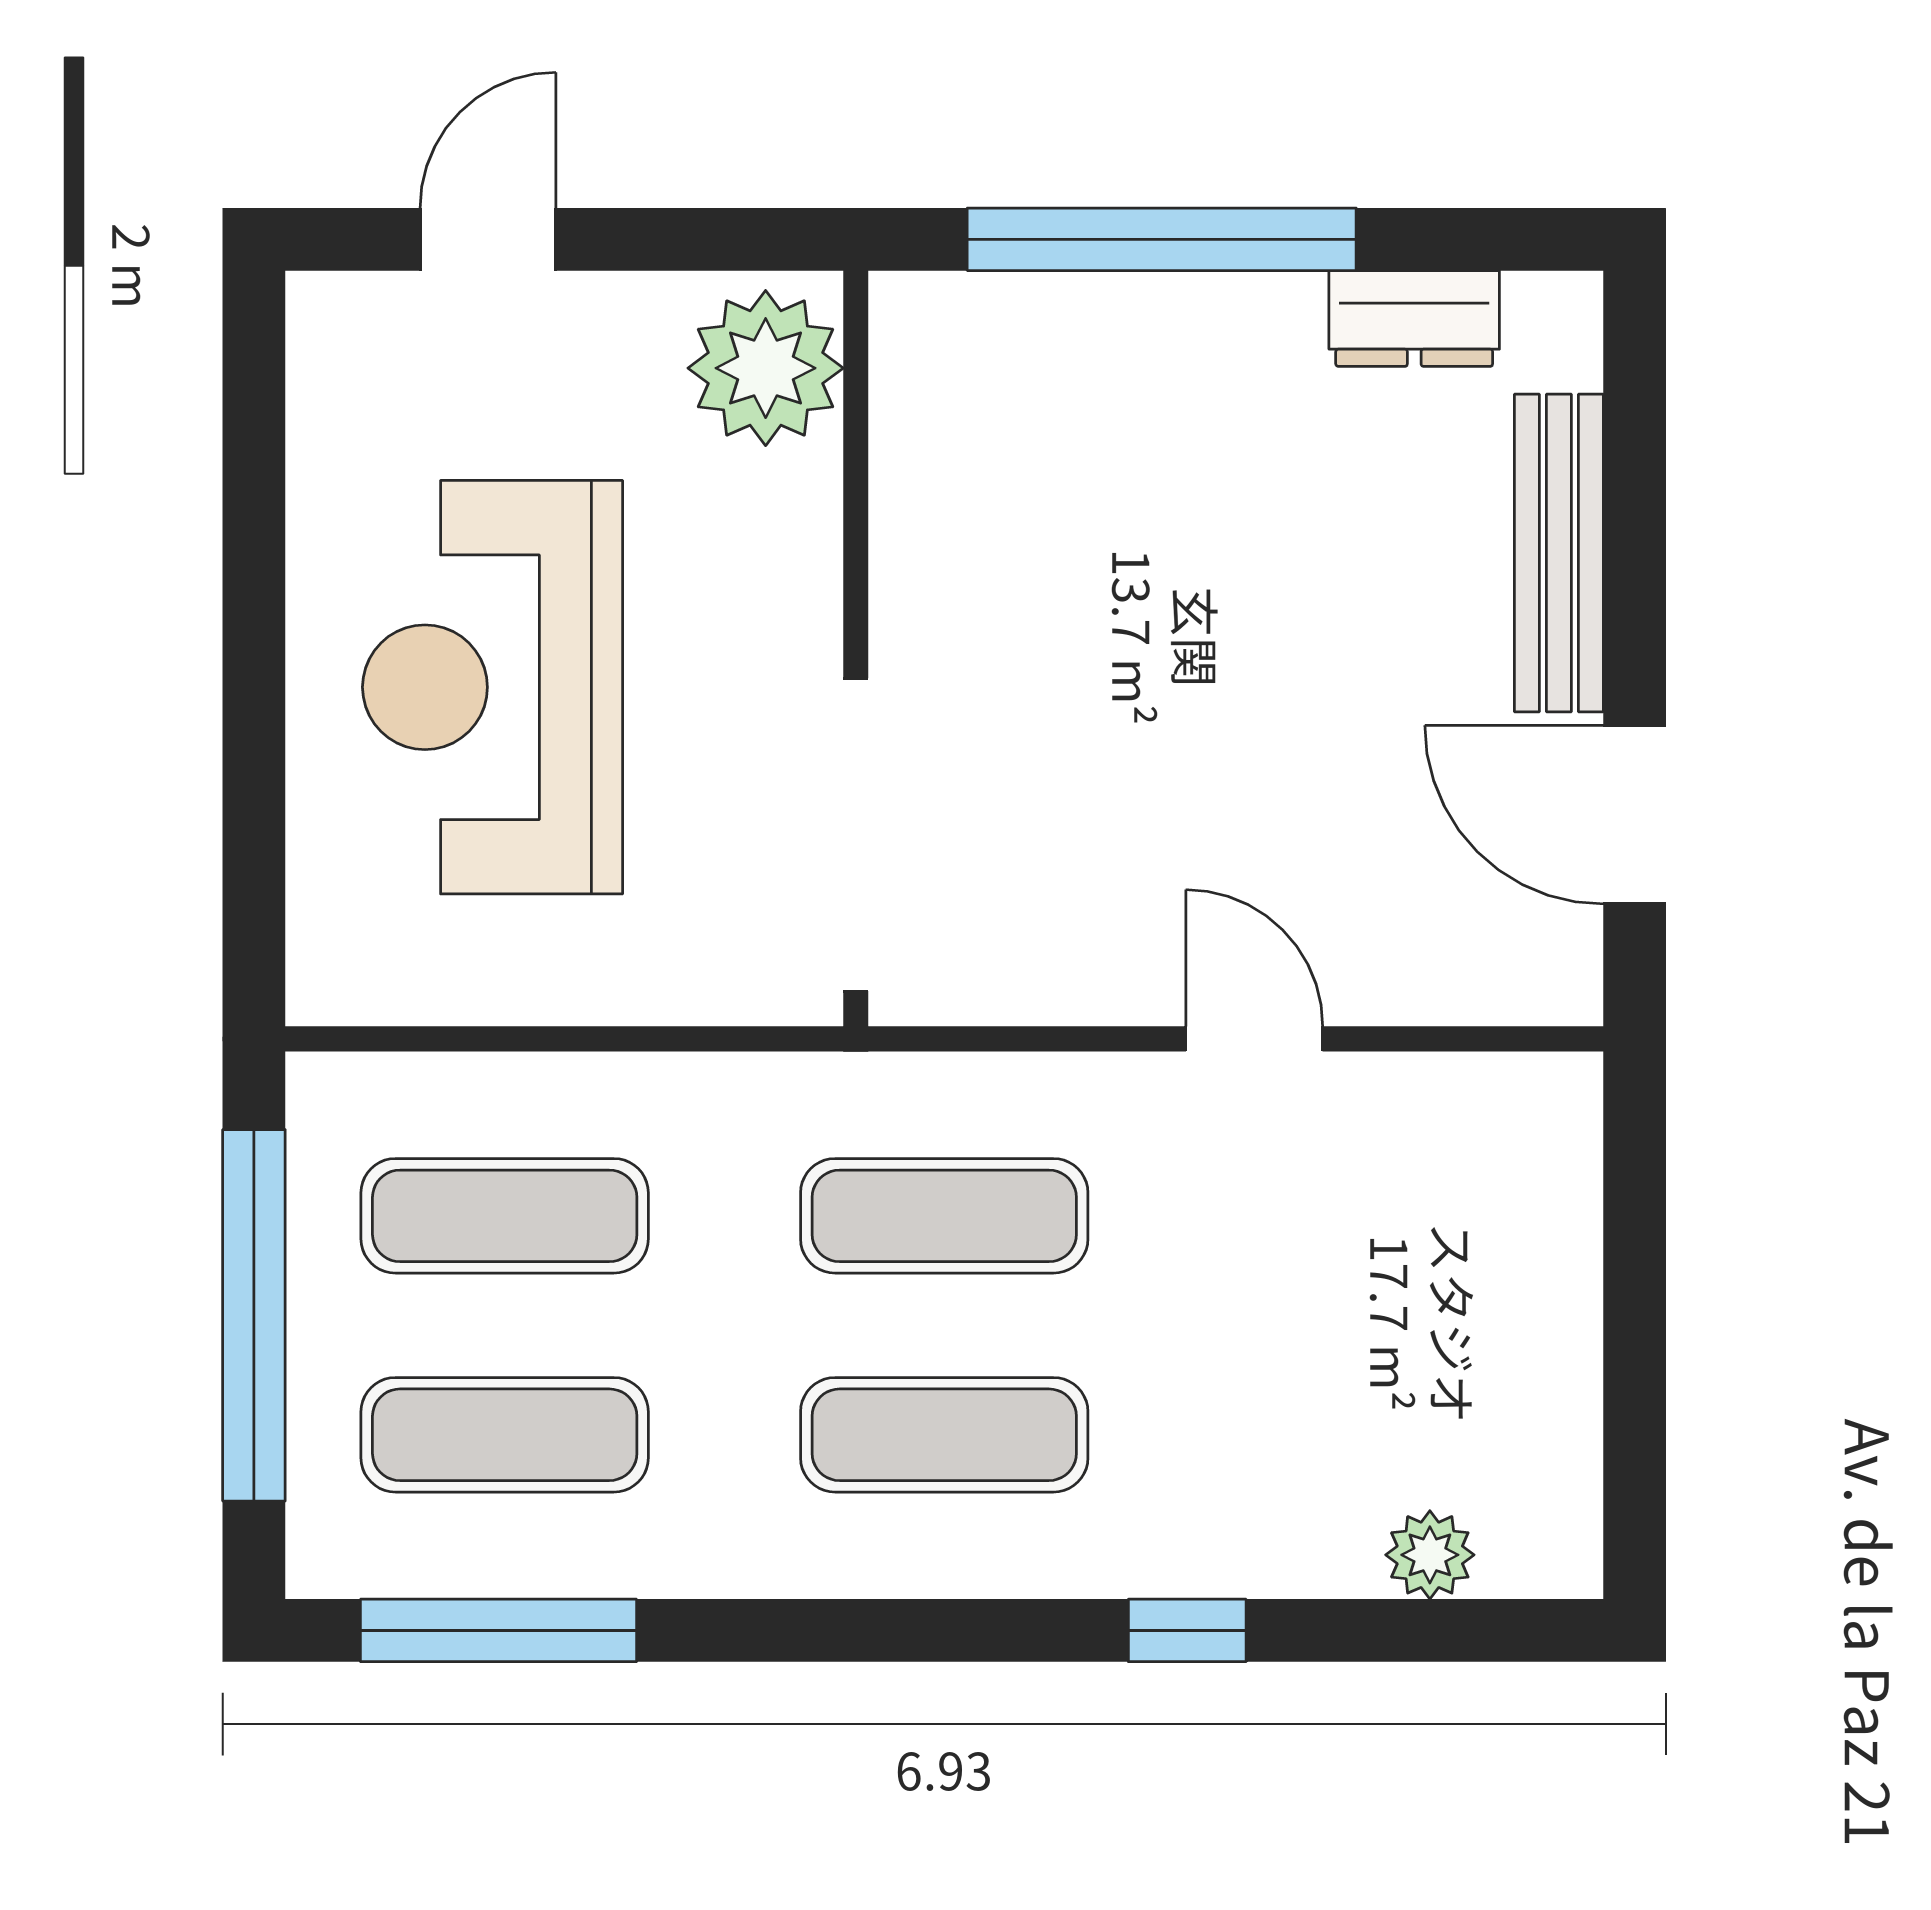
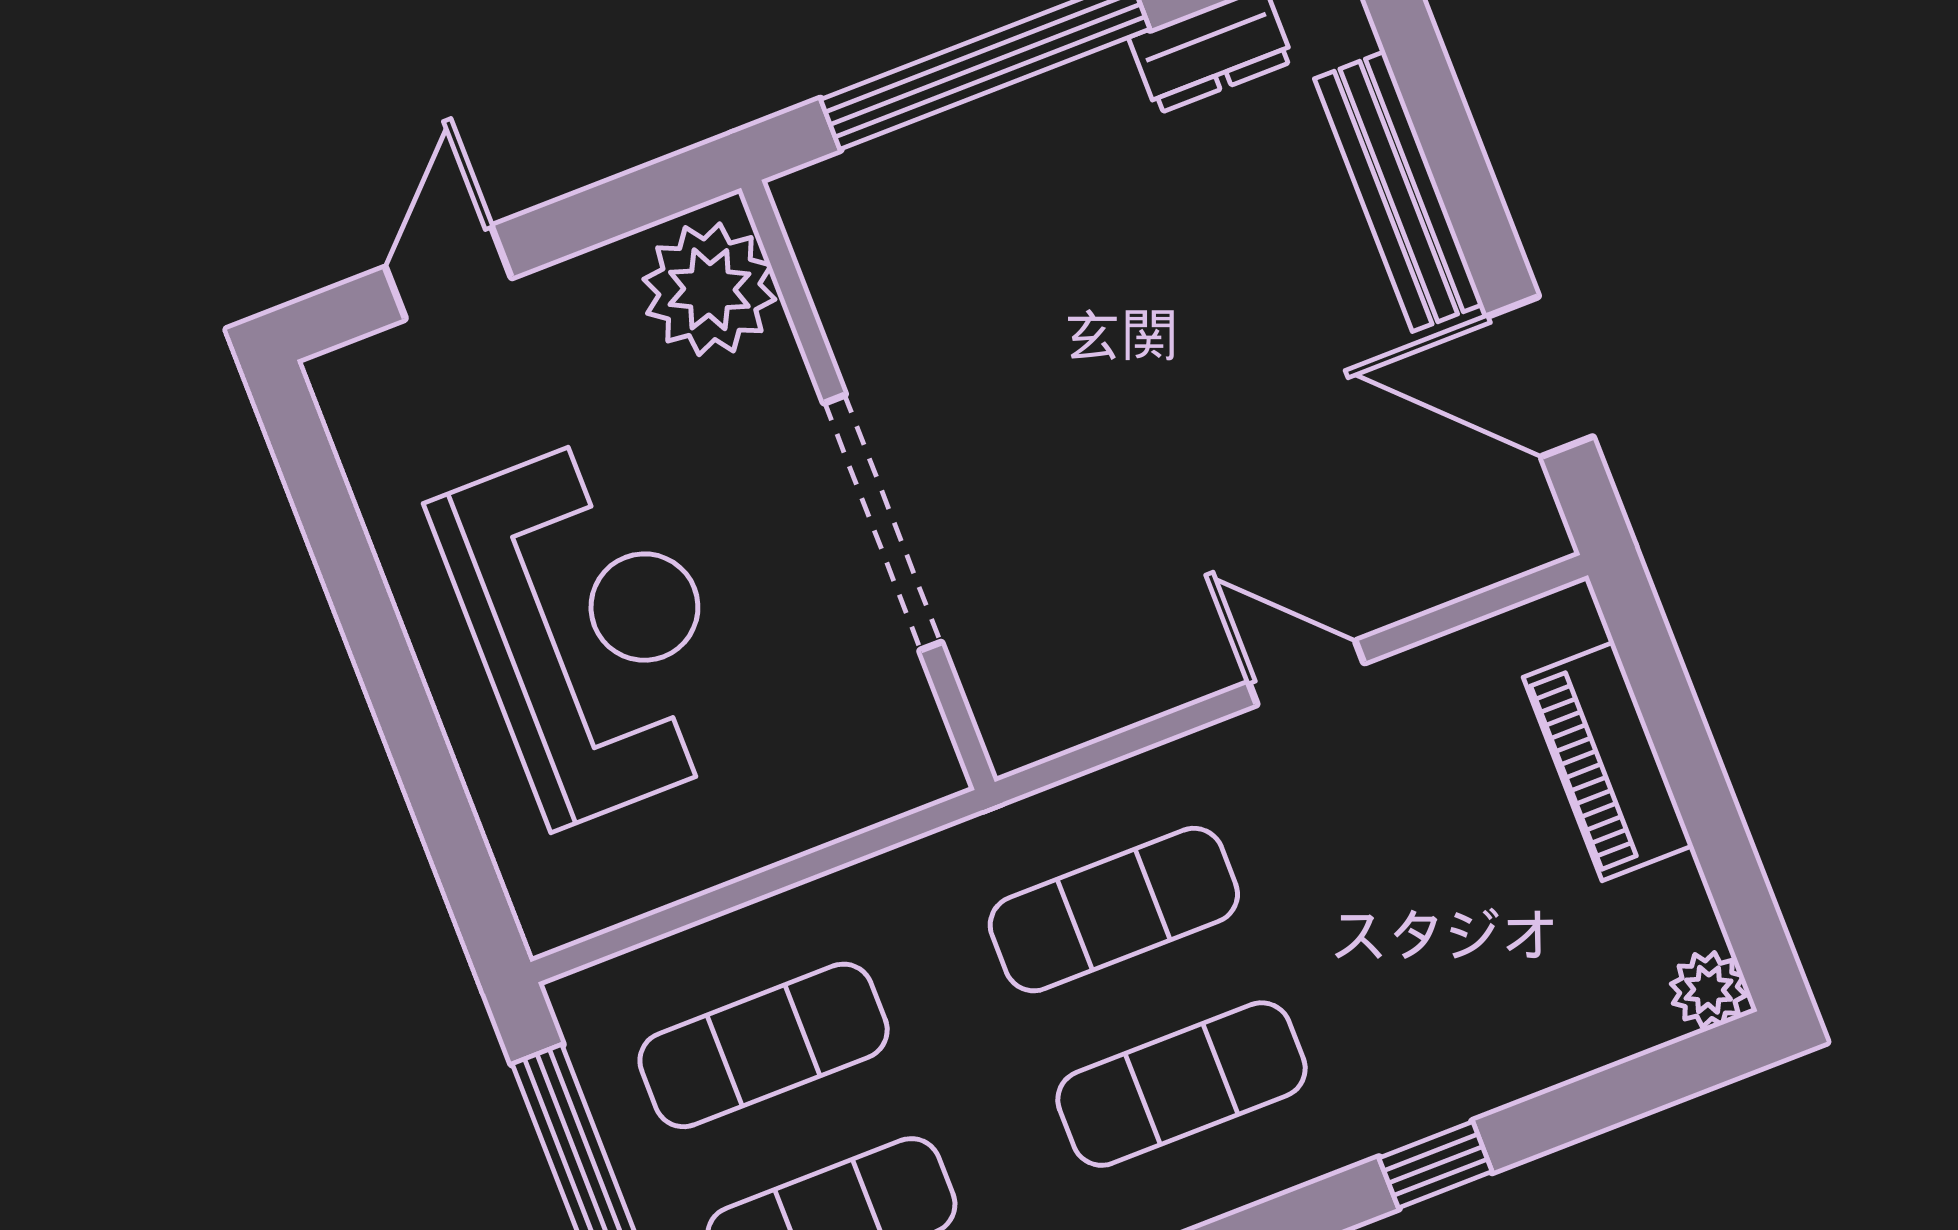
reception desk: (493, 687) -> (591, 628), turned 180
doorway: (856, 835) -> (883, 523), moved
piano: (1546, 1263) -> (1608, 761), added
plant: (1430, 1555) -> (1709, 990), moved

